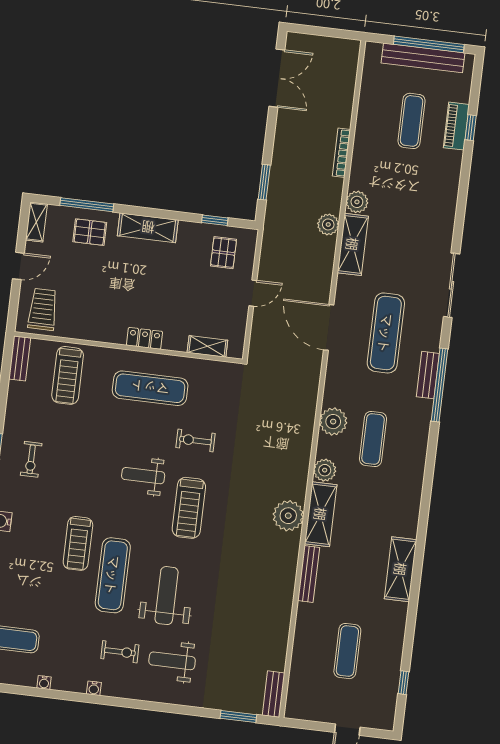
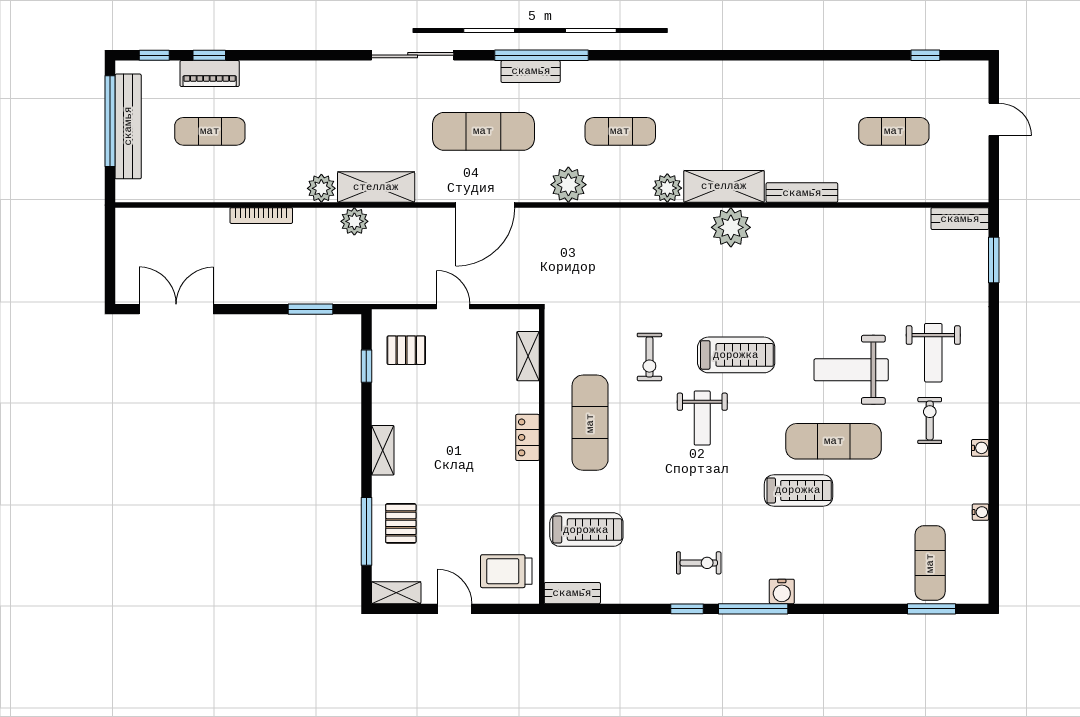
window: (476, 85) -> (154, 55), added
shelving: (148, 228) -> (383, 450), width x0.67, depth x0.75
plant: (333, 422) -> (568, 185), moved
shelving: (401, 569) -> (782, 76), removed

